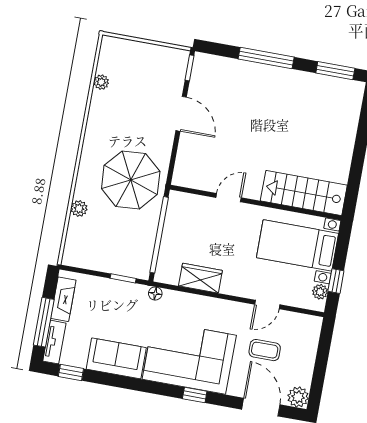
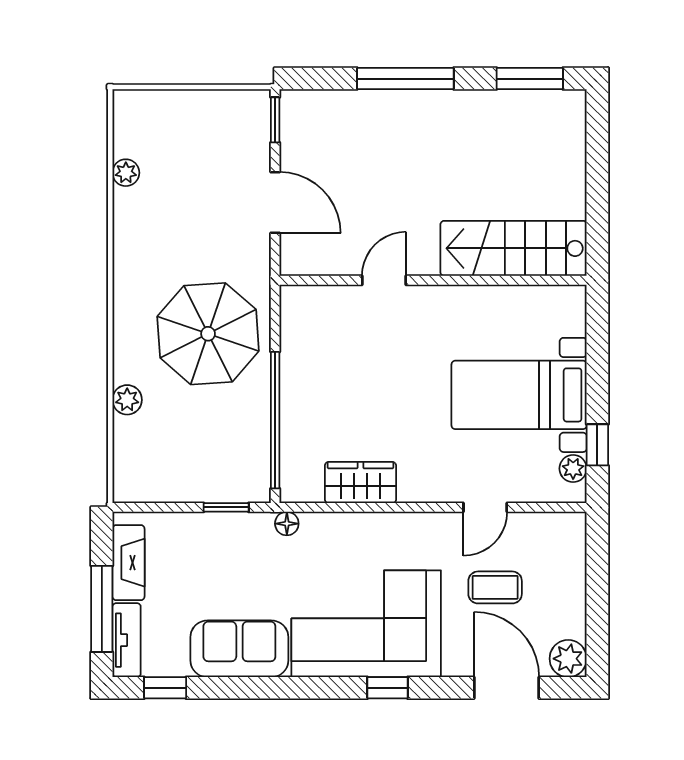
stairs: (304, 193) -> (514, 248), moved
door: (229, 198) -> (384, 280), moved
wall: (256, 203) -> (433, 280), moved

